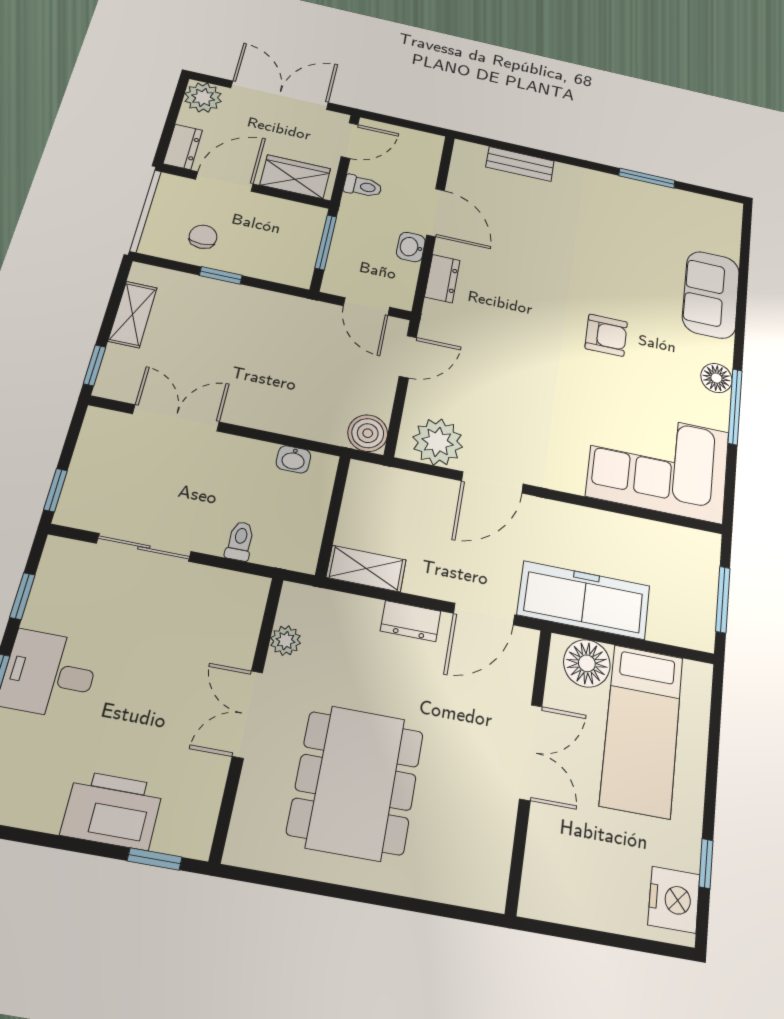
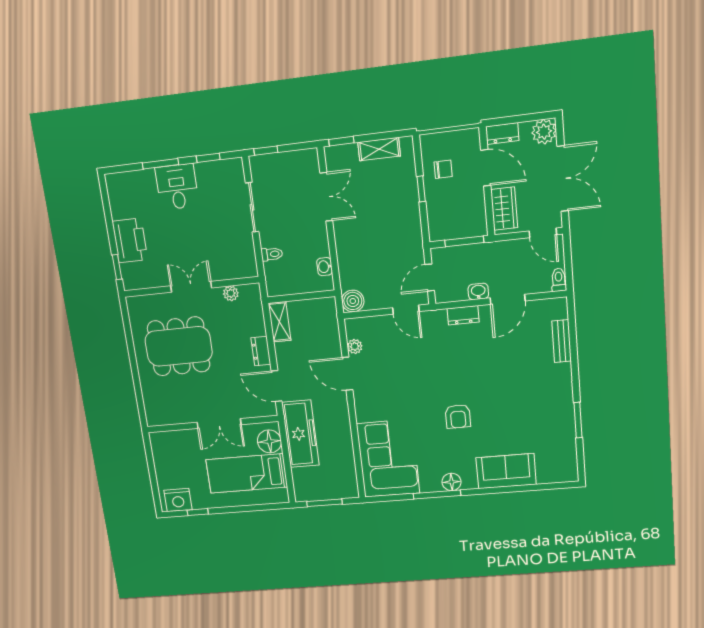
toilet: (363, 186) -> (559, 280), moved, turned 180
plant: (438, 442) -> (355, 346), width x0.53, depth x0.53

